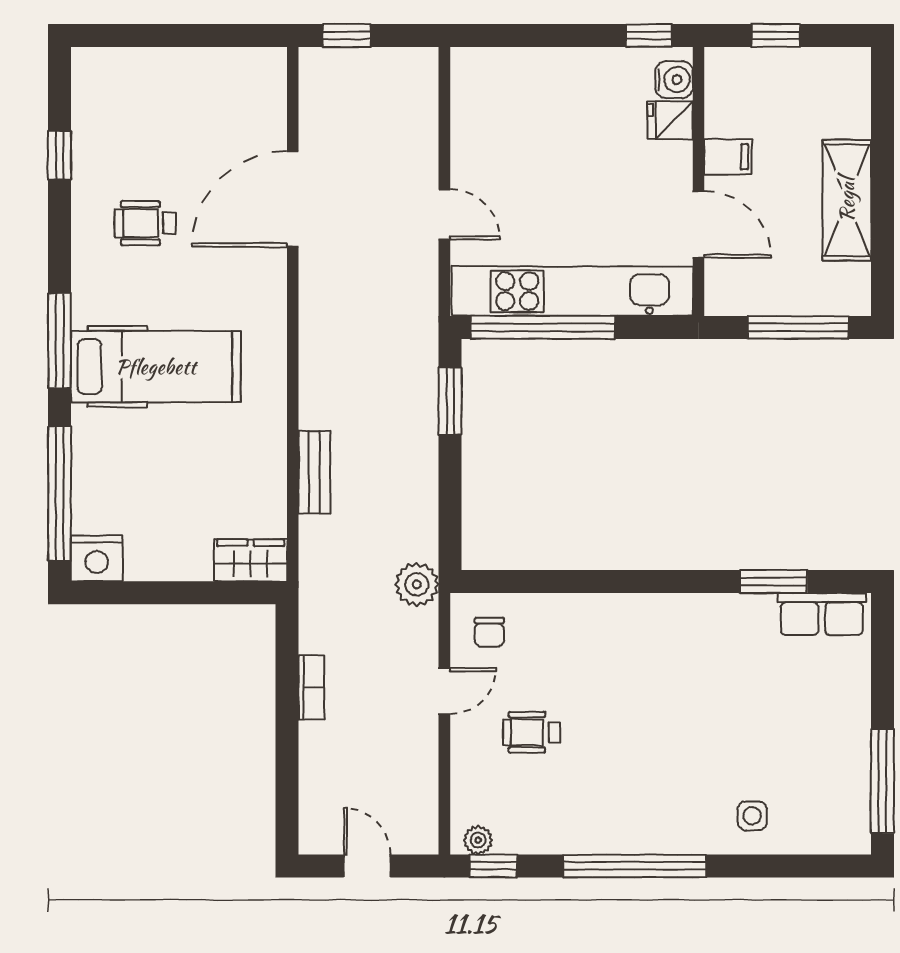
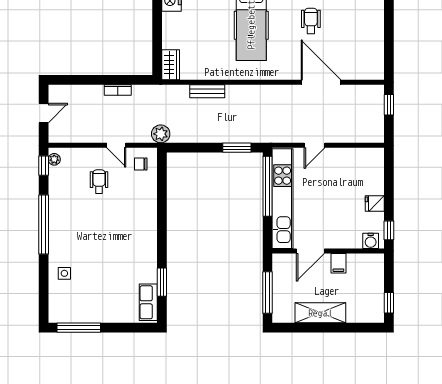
window: (776, 35) -> (389, 303), moved
fridge: (670, 120) -> (375, 204), moved, turned -90

